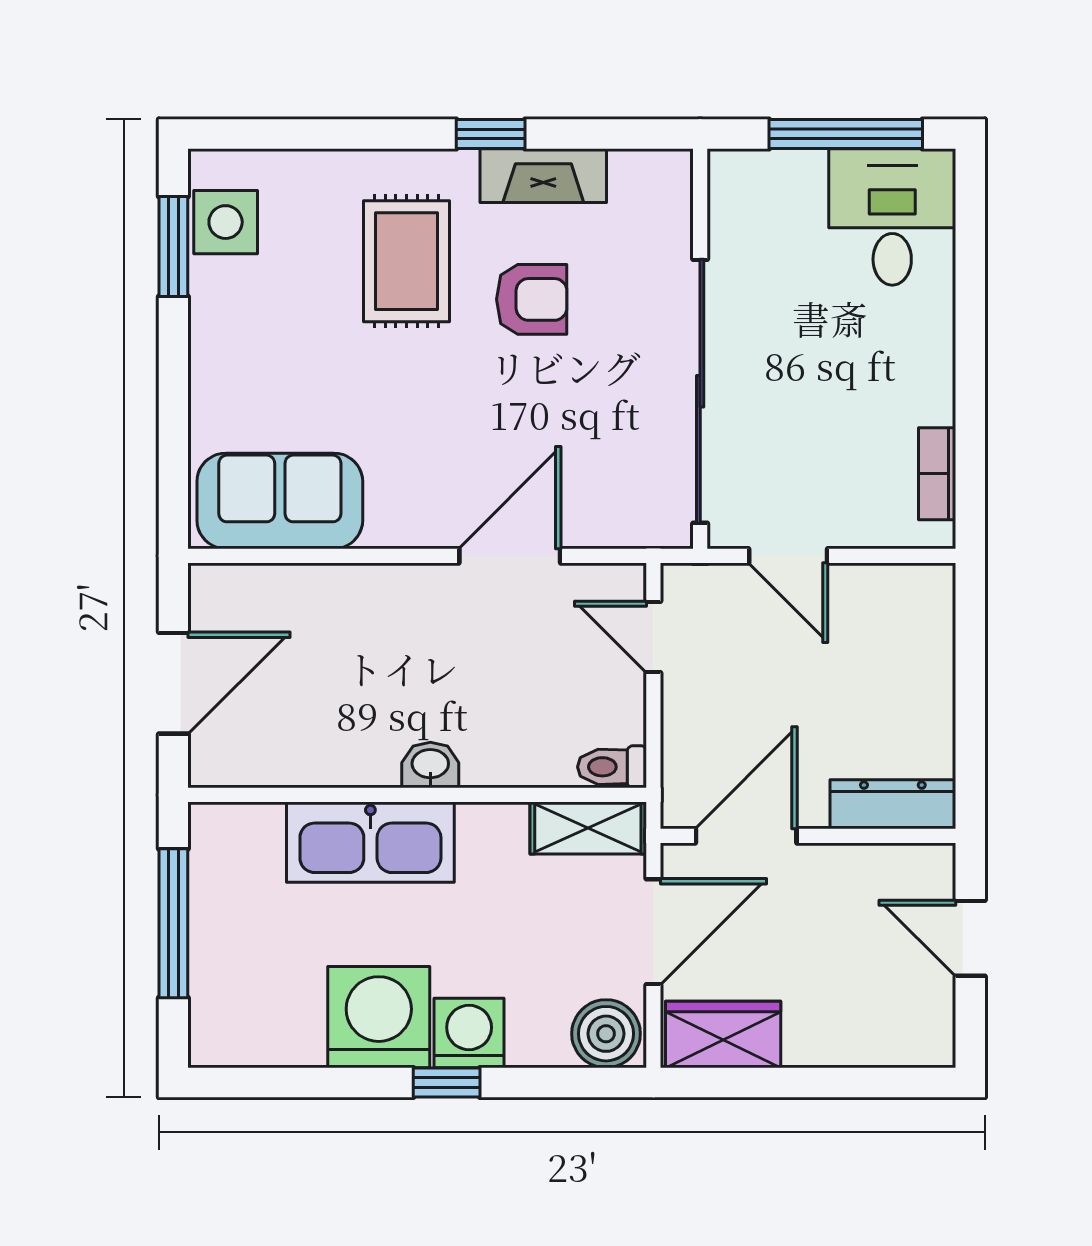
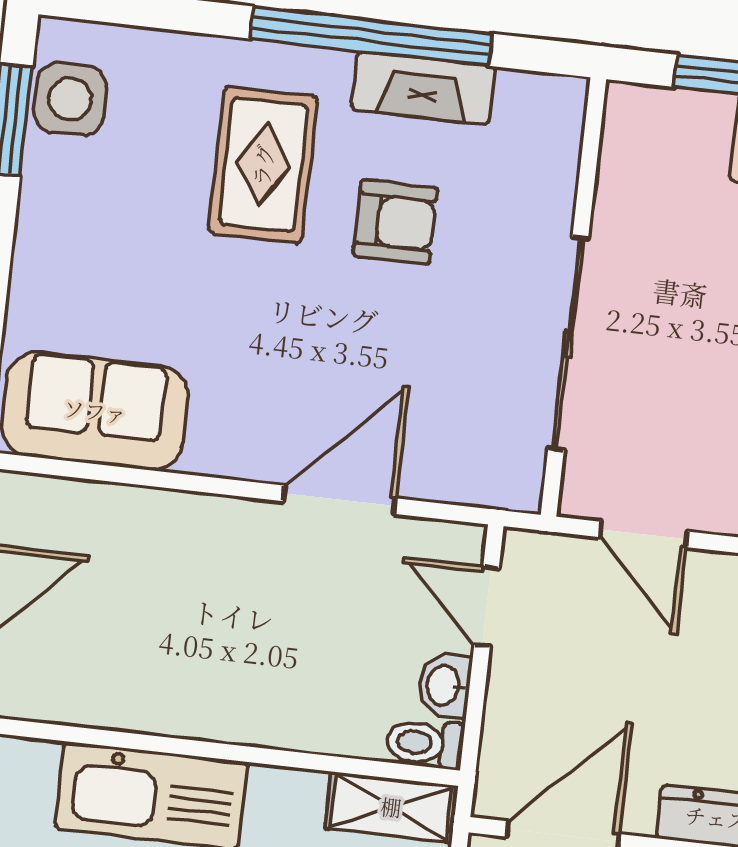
window: (491, 134) -> (371, 36), width x3.17
sliding door: (700, 391) -> (568, 344), width x0.73
washbasin: (430, 765) -> (444, 685), moved, turned -90

